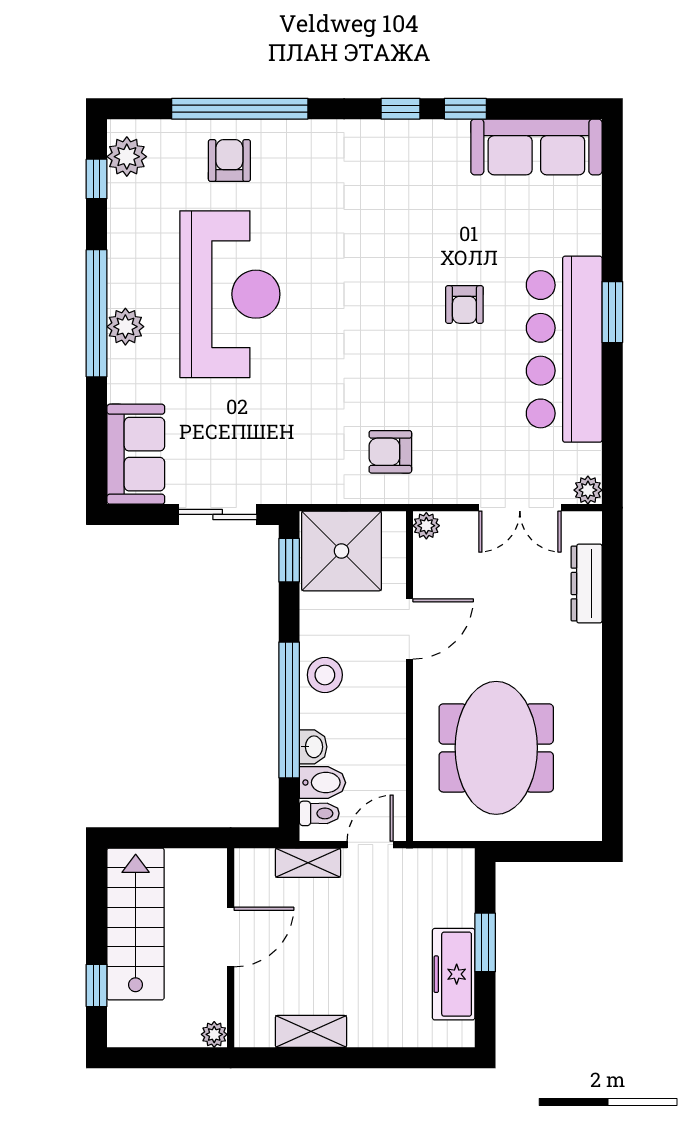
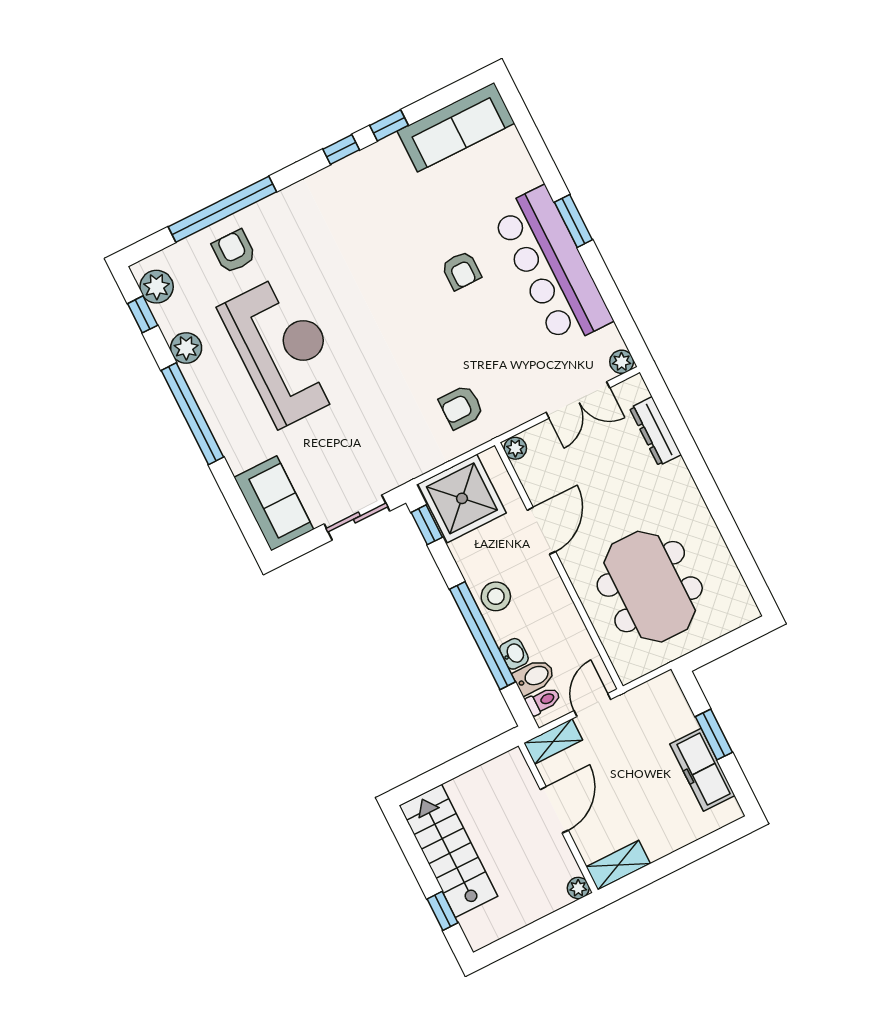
plant: (125, 327) -> (186, 348), moved
door: (231, 937) -> (554, 810), moved
wall: (231, 948) -> (558, 818), moved
plant: (214, 1034) -> (578, 888), moved

